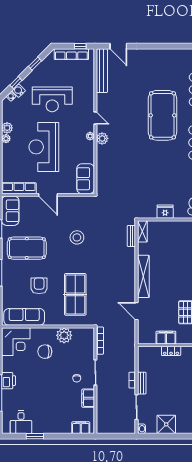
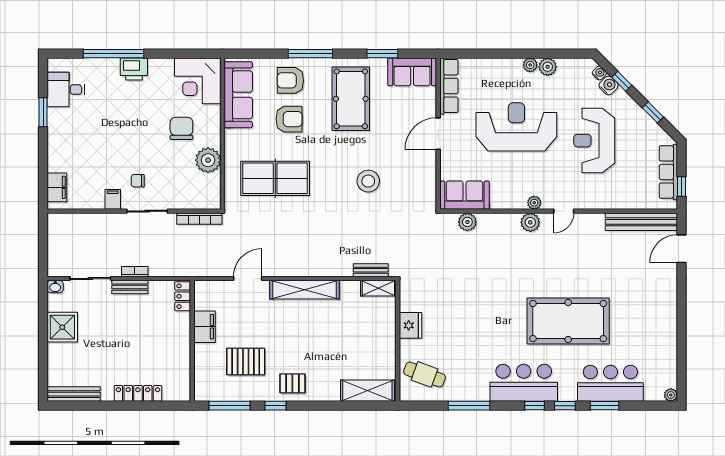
plant: (102, 177) -> (467, 222), added
armchair: (15, 285) -> (290, 80), added
locker: (171, 351) -> (183, 296), moved
filing cabinet: (88, 398) -> (113, 199), width x0.50

